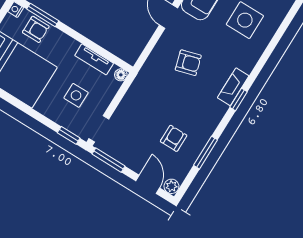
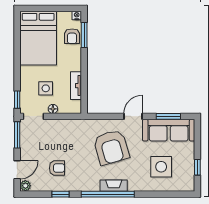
armchair: (188, 63) -> (111, 147), width x1.88, depth x1.88
floor lamp: (121, 75) -> (53, 109), moved
window: (238, 99) -> (108, 194), width x3.17
window: (206, 153) -> (61, 194), width x0.67

